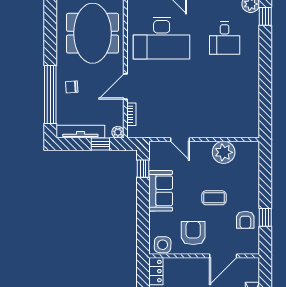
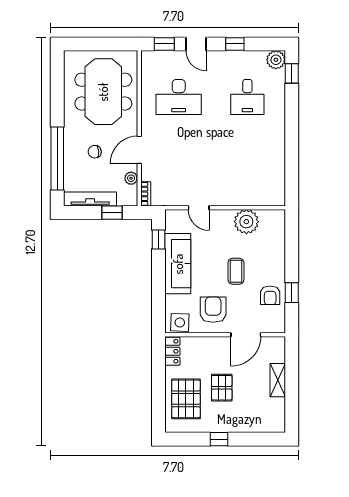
desk: (162, 38) -> (179, 97), width x0.73, depth x0.77
chair: (72, 87) -> (95, 152), moved
bookcase: (131, 114) -> (146, 194), moved
plant: (118, 132) -> (131, 178), moved
sofa: (161, 191) -> (178, 264), width x1.36
coffee table: (214, 198) -> (236, 271), turned 90

